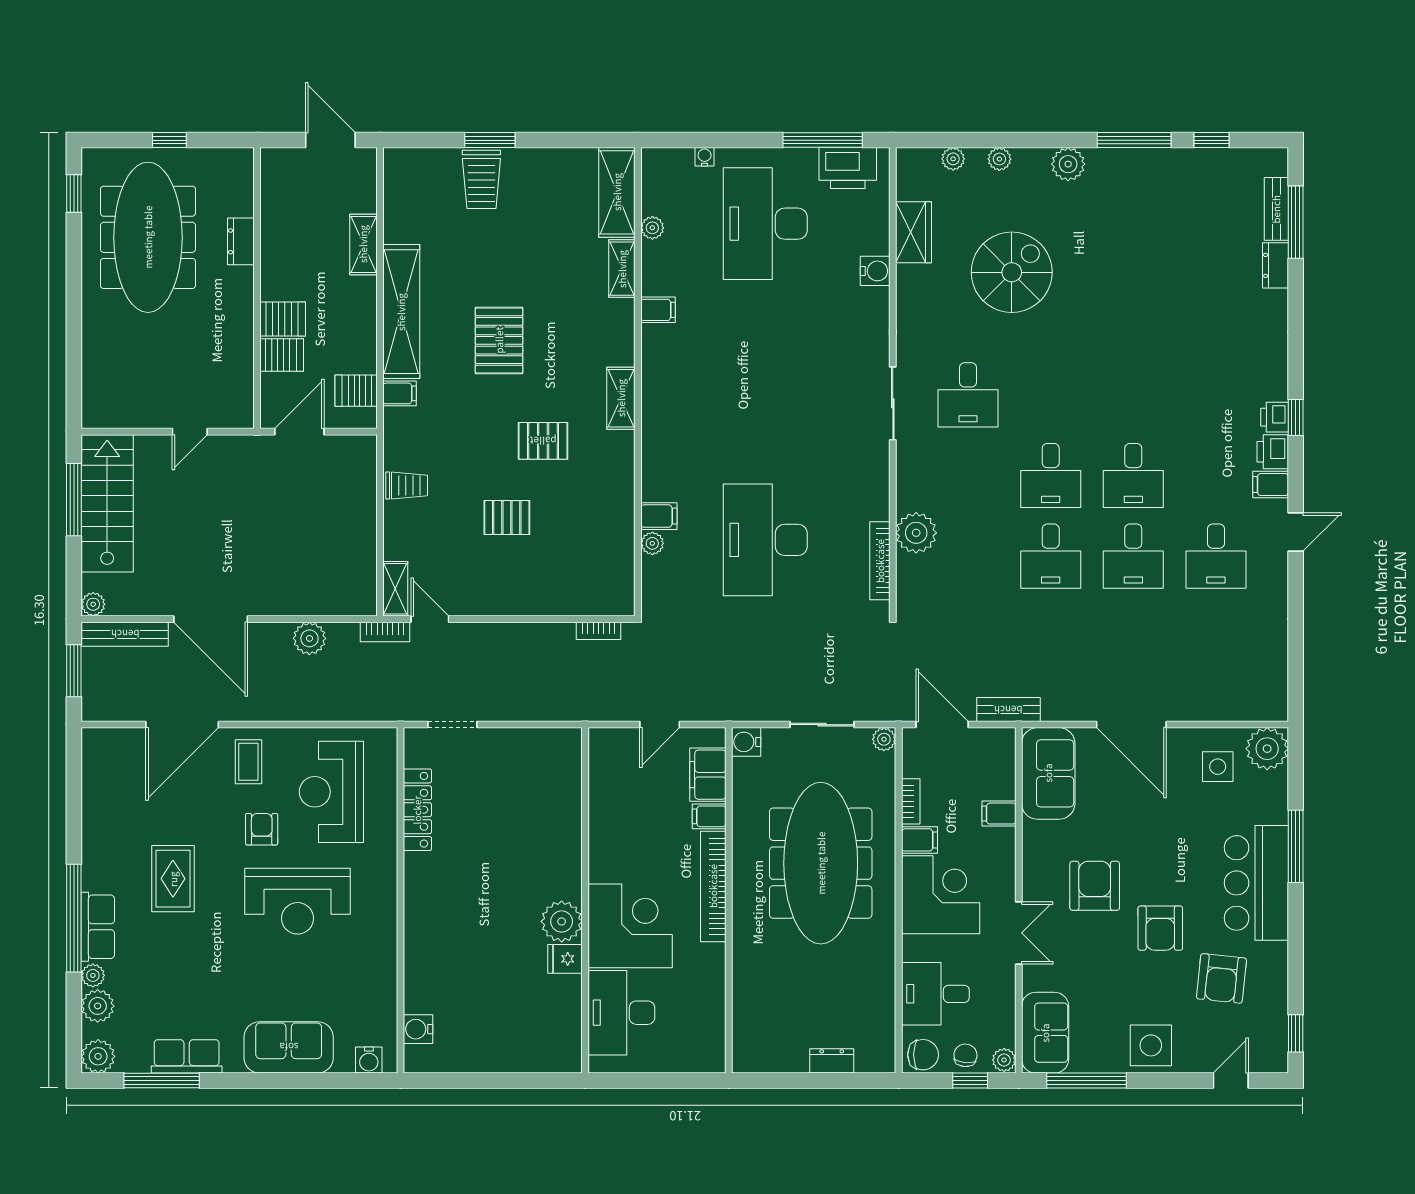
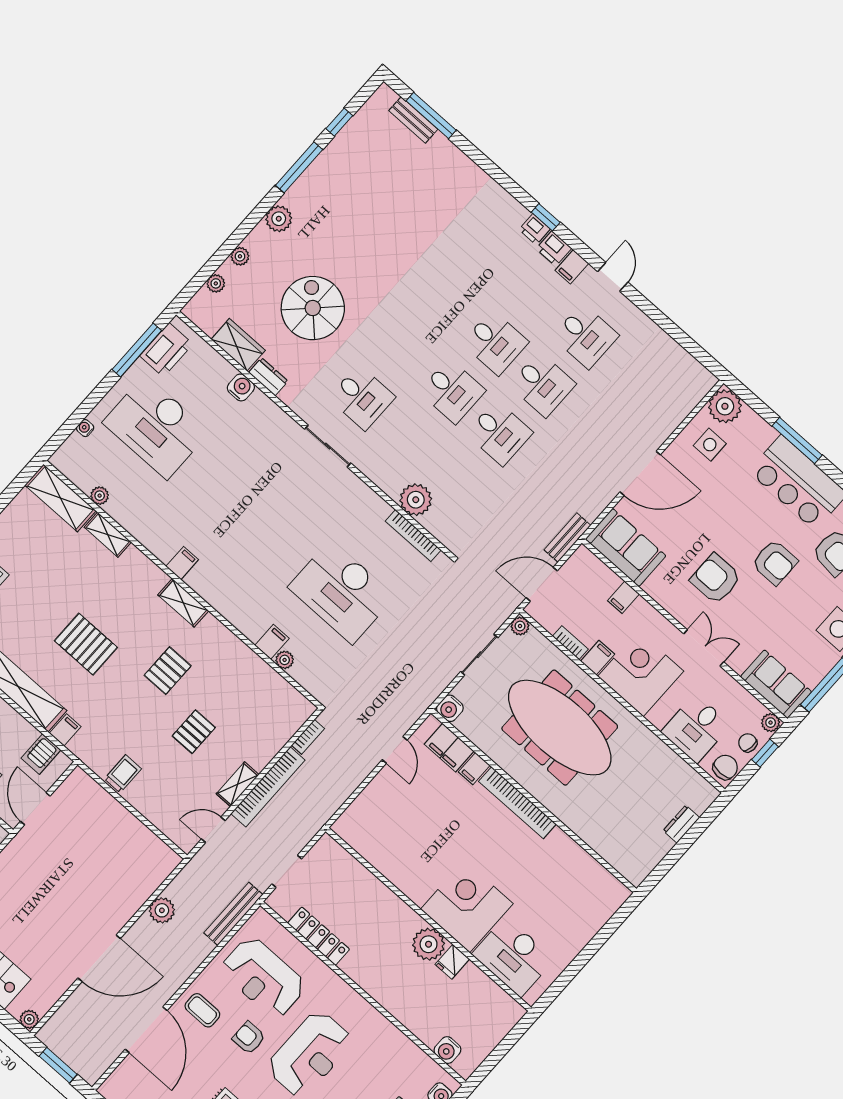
dresser: (1275, 265) -> (268, 377), moved, turned 180
filing cabinet: (658, 310) -> (182, 563), moved
shelving: (395, 589) -> (238, 784), moved, turned 90
bookcase: (385, 632) -> (268, 787), moved, width x2.31, depth x1.31
bench: (125, 634) -> (233, 914), moved
wall: (585, 900) -> (428, 919), moved
plant: (562, 921) -> (429, 944), moved
corner desk: (630, 926) -> (467, 906), moved
fridge: (565, 959) -> (452, 962), moved
desk: (621, 1013) -> (513, 957), moved

